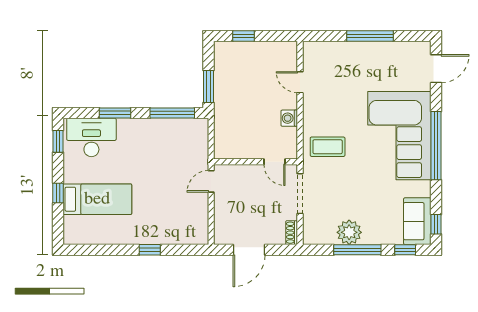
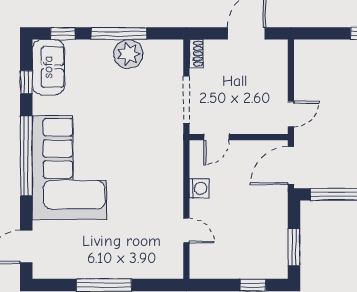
window: (209, 86) -> (294, 247), moved
door: (211, 138) -> (291, 165), added
coffee table: (328, 147) -> (154, 155), removed
door: (275, 162) -> (216, 137), swing flipped
window: (436, 224) -> (26, 82), moved

